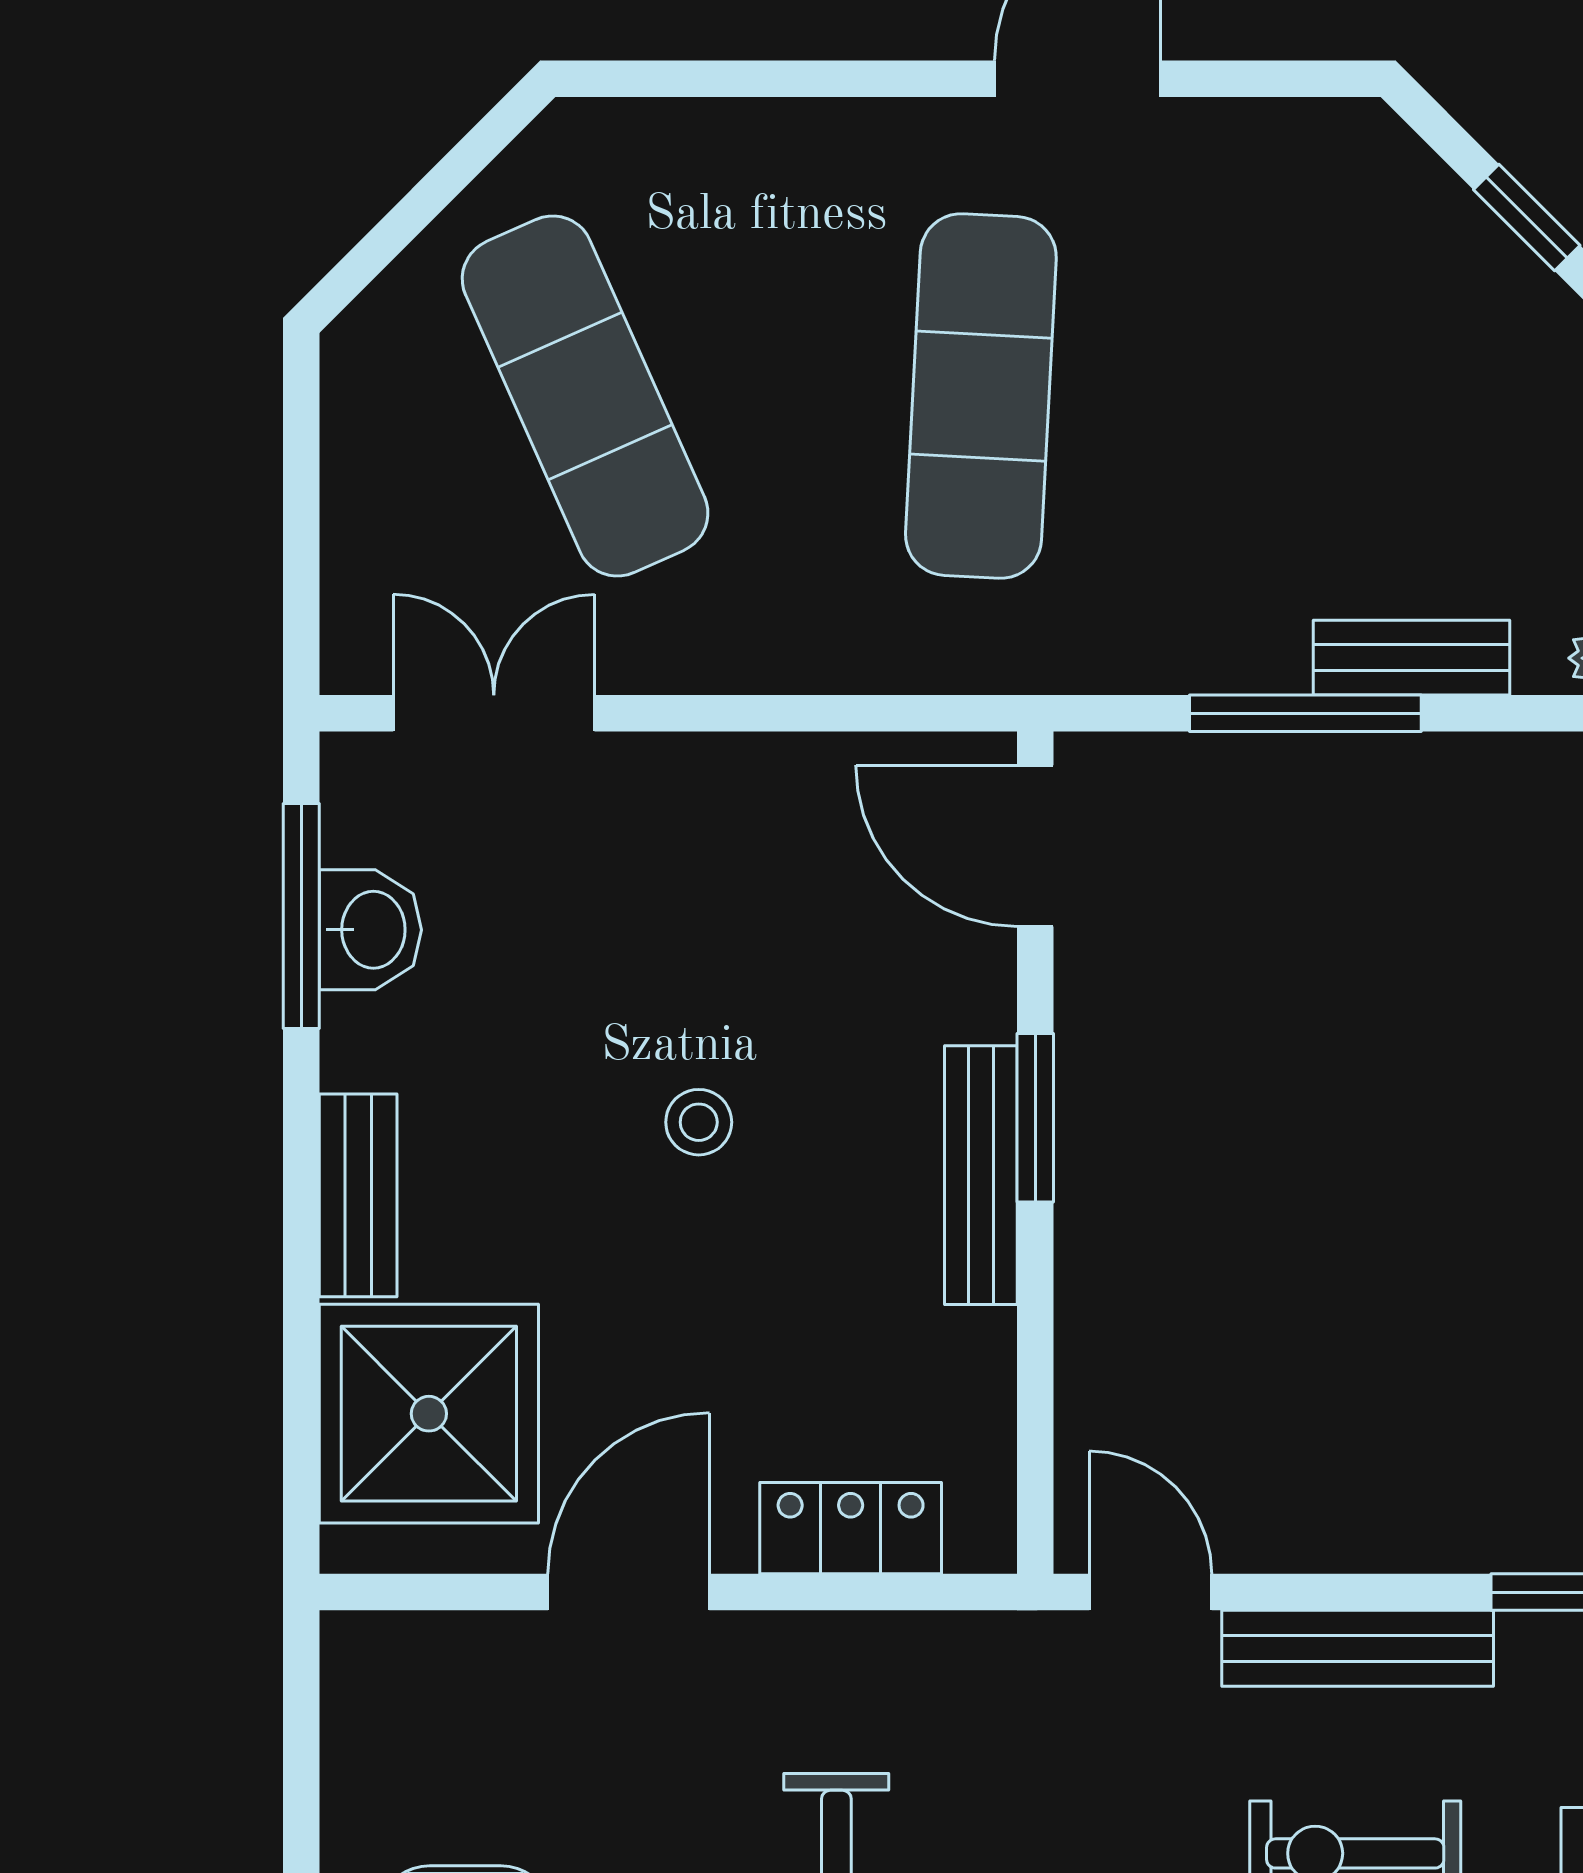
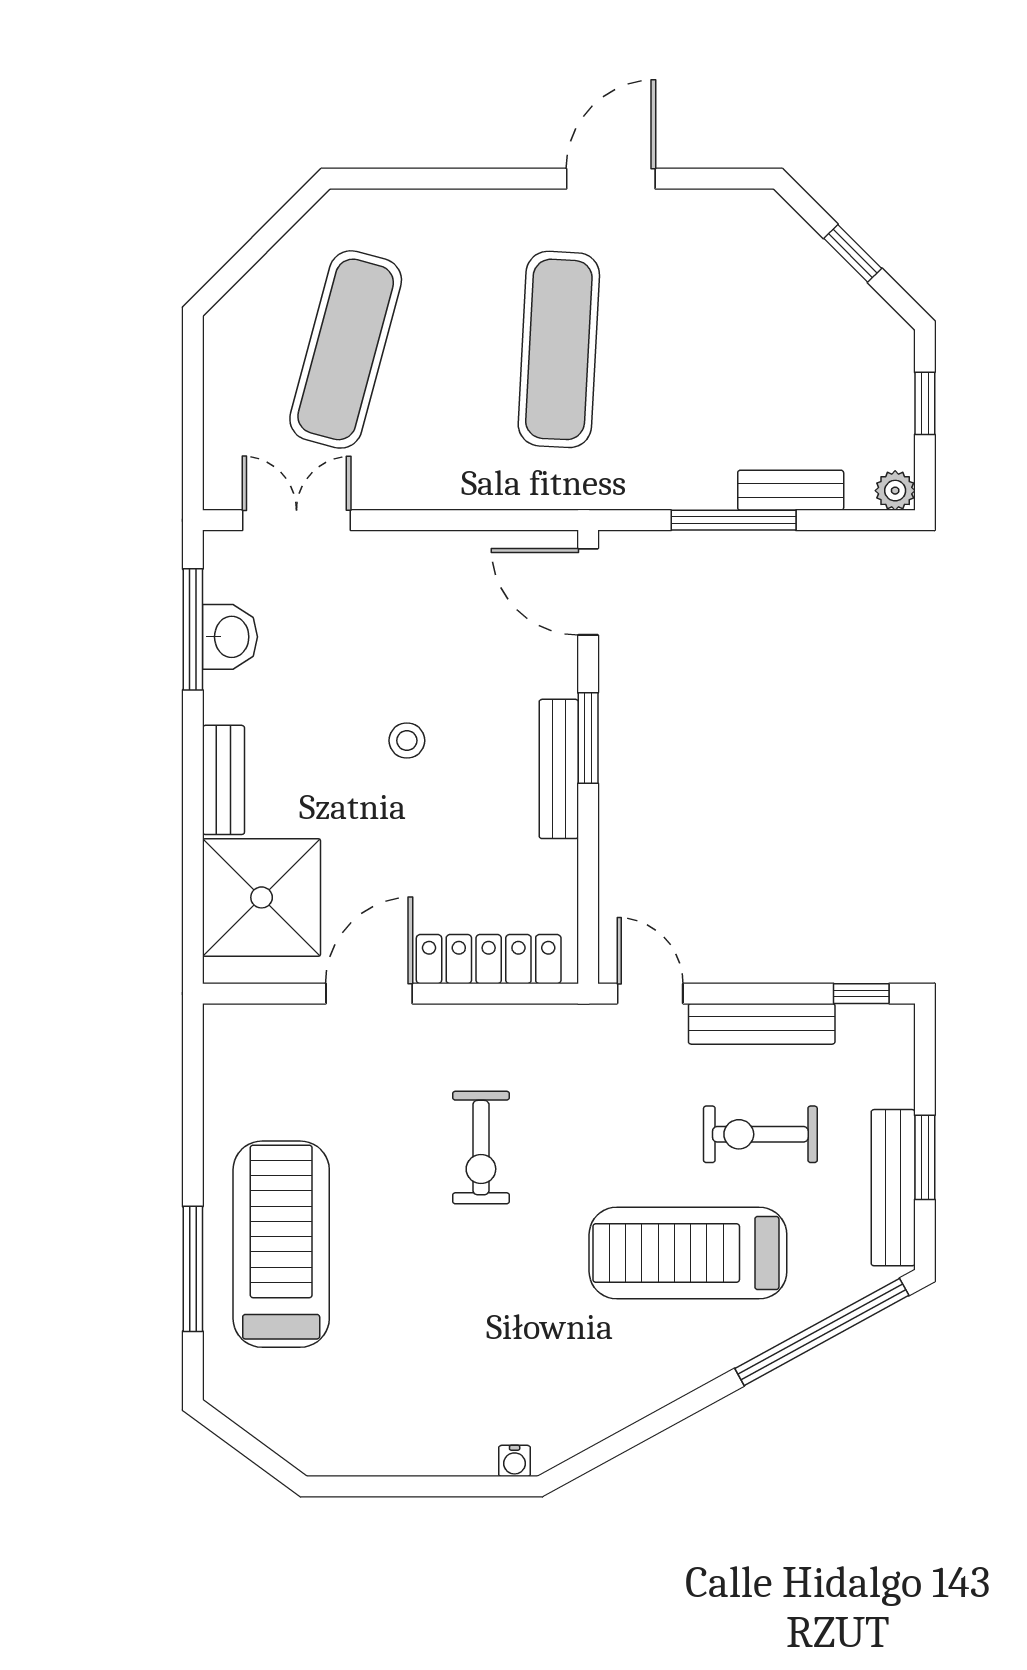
exercise mat: (585, 396) -> (346, 349), turned 39
locker: (851, 1528) -> (489, 959), width x1.53

